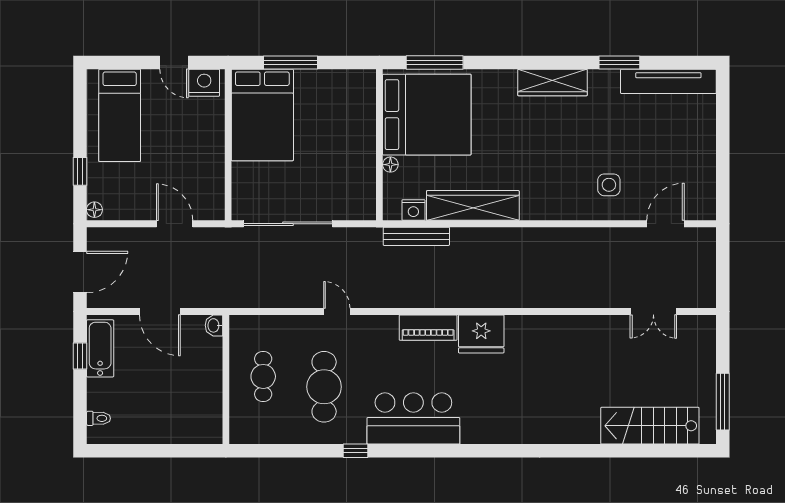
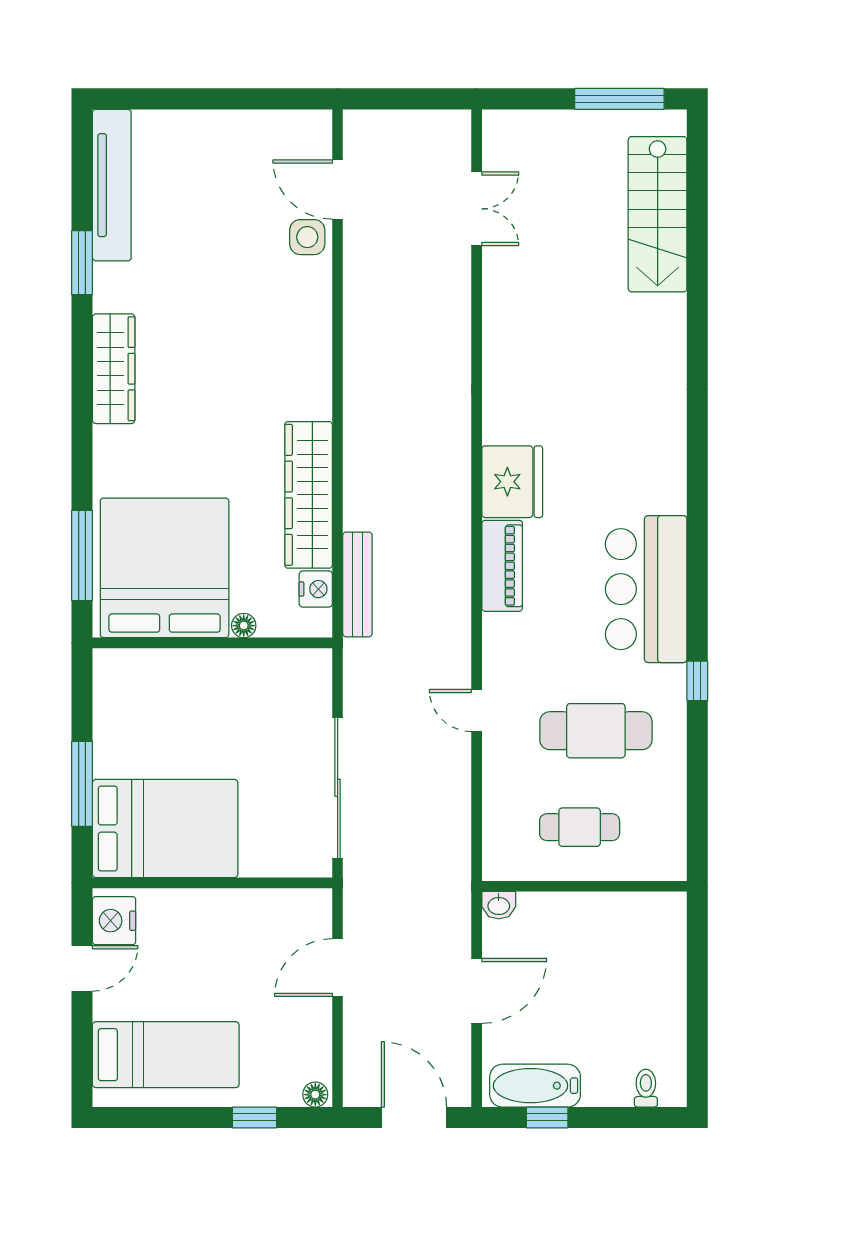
side table: (609, 185) -> (307, 237), moved
door: (337, 311) -> (477, 710), hinge flipped

